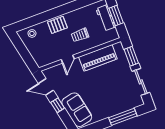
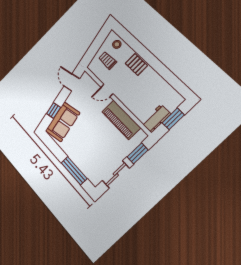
workbench: (106, 18) -> (156, 119), moved
trolley: (80, 35) -> (108, 60), moved
window: (58, 105) -> (54, 111), moved

